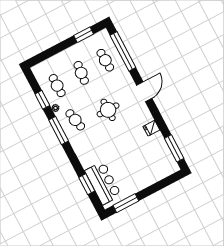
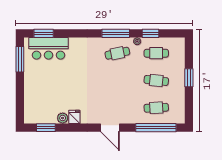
window: (84, 35) -> (189, 78), moved
round table: (108, 110) -> (111, 87), removed
plant: (158, 138) -> (63, 118), added
window: (174, 148) -> (46, 128), width x0.69
window: (87, 184) -> (44, 33), moved

